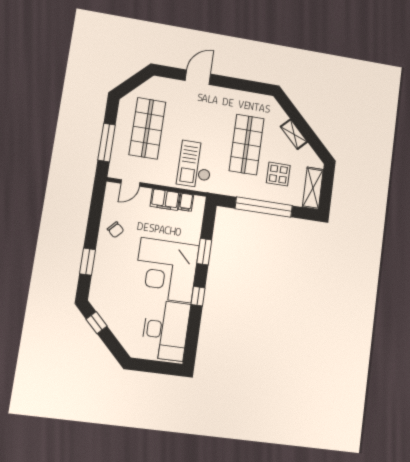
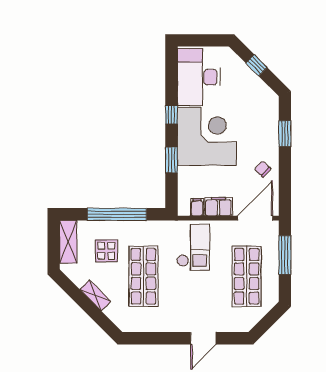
door: (130, 183) -> (255, 218), width x1.88
window: (97, 323) -> (257, 65), moved

